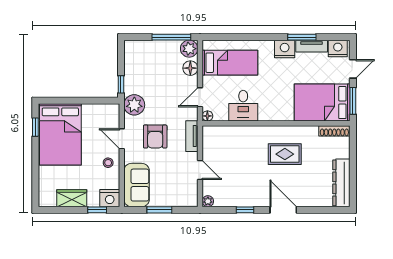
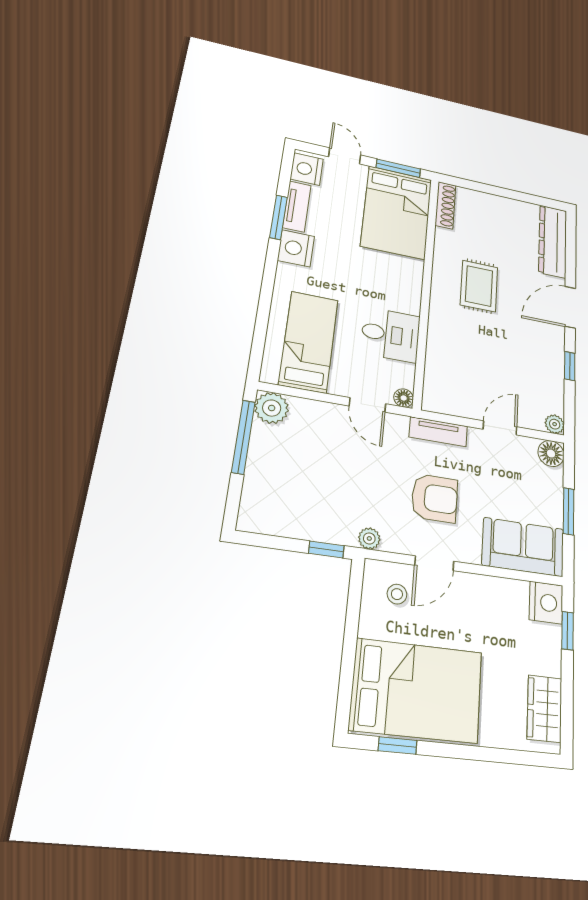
floor lamp: (190, 68) -> (551, 454), moved
plant: (134, 105) -> (369, 538), width x0.53, depth x0.53
stool: (108, 163) -> (397, 594), moved
dresser: (341, 183) -> (553, 241), moved, turned 90
wardrobe: (72, 198) -> (545, 709), moved

